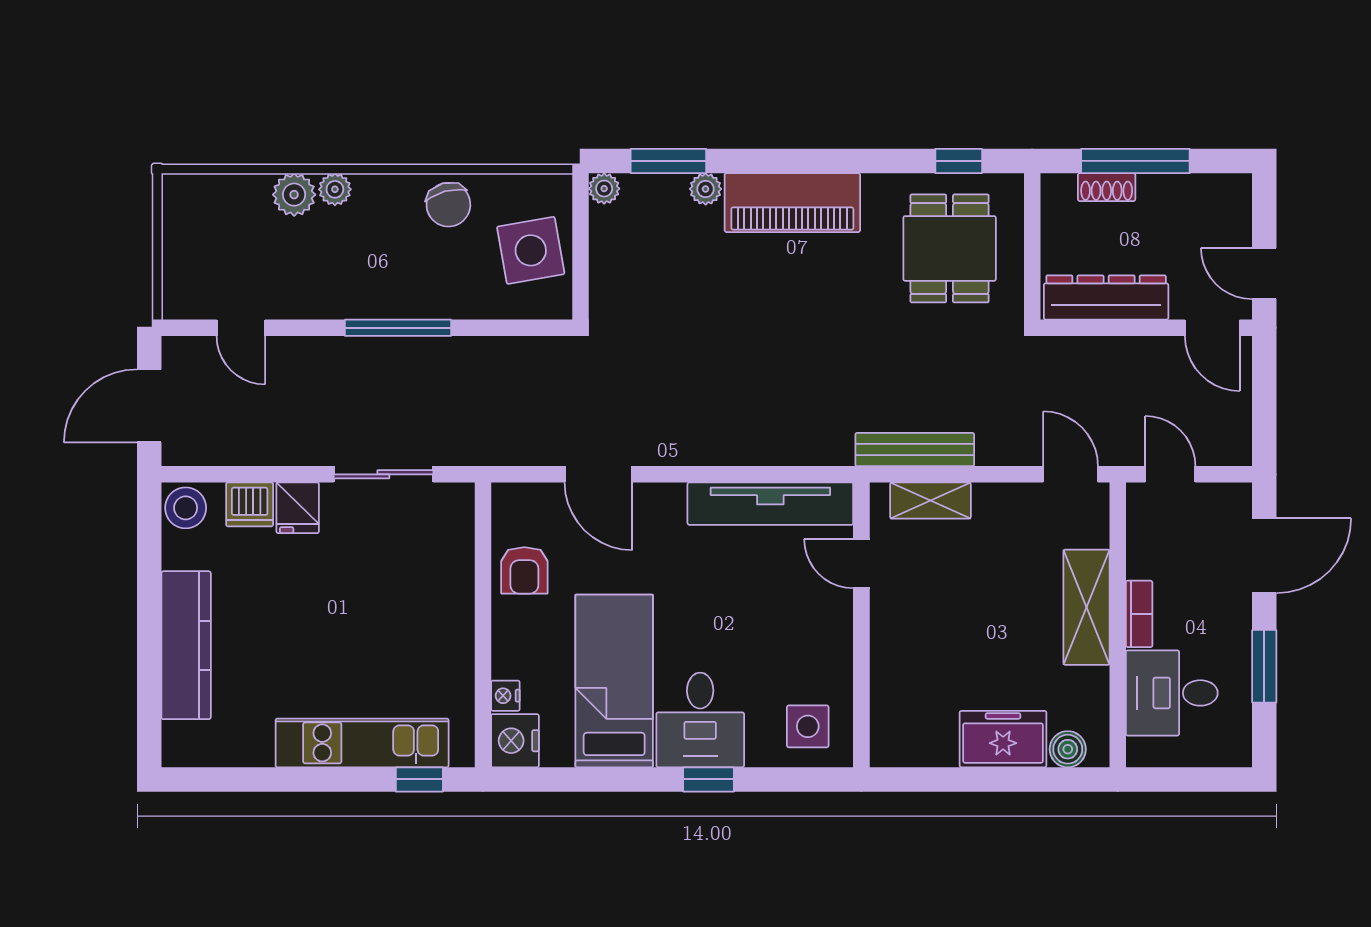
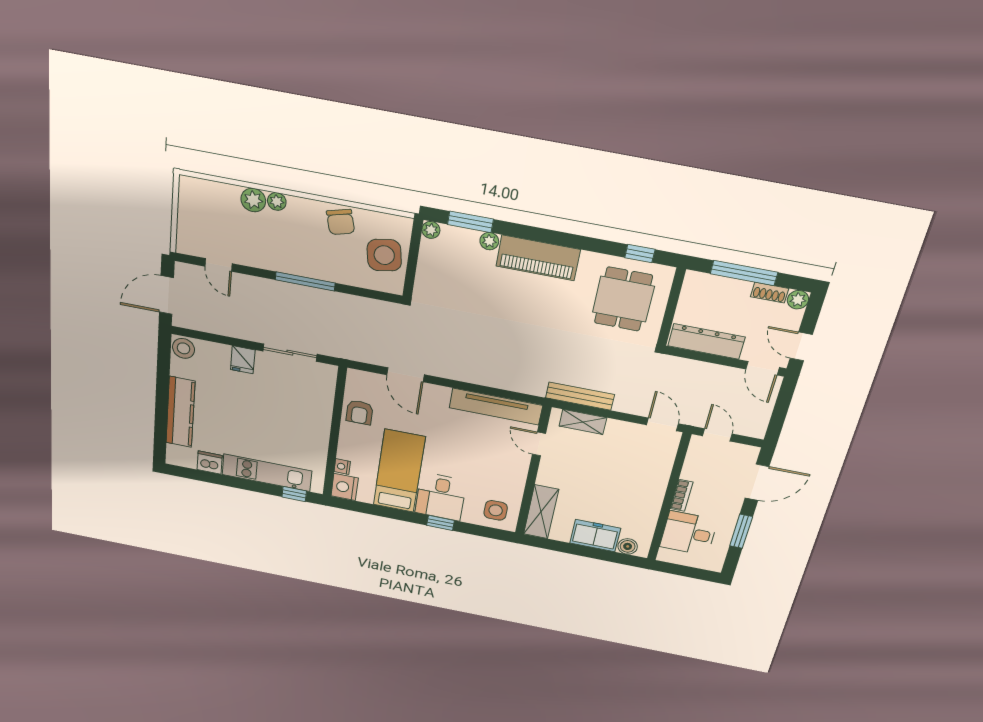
shoe rack: (1107, 187) -> (770, 293), moved
plant: (1235, 190) -> (798, 300), added
dishwasher: (250, 504) -> (210, 462), moved, turned 180
shelving: (1087, 607) -> (541, 512), moved

